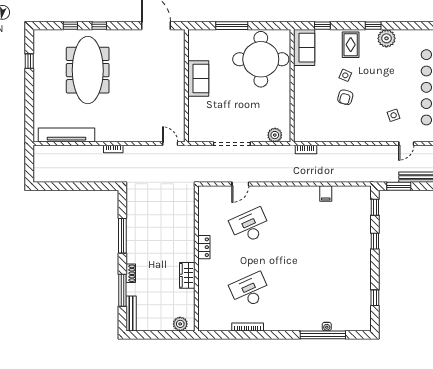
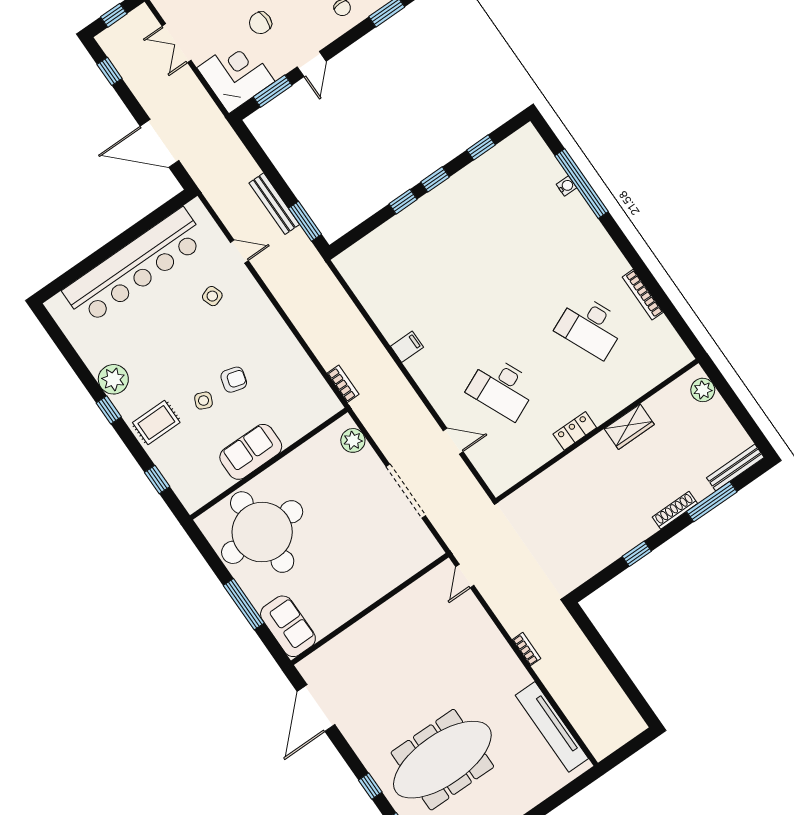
sofa: (304, 48) -> (251, 452), moved
sofa: (198, 79) -> (288, 626), moved, turned 90
filing cabinet: (326, 193) -> (407, 347), moved
window: (375, 207) -> (435, 179), moved
window: (122, 236) -> (637, 554), width x0.46
shoe rack: (131, 273) -> (675, 510), width x1.43

